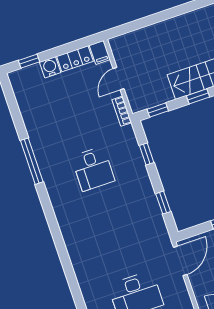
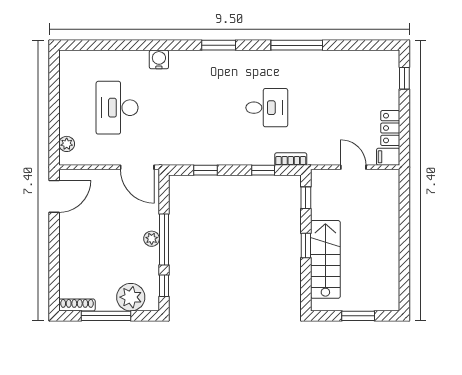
water cooler: (50, 67) -> (159, 59), moved, turned -90
bookcase: (122, 111) -> (291, 159), moved
desk: (93, 169) -> (267, 108), turned 180
window: (54, 227) -> (219, 45), added

